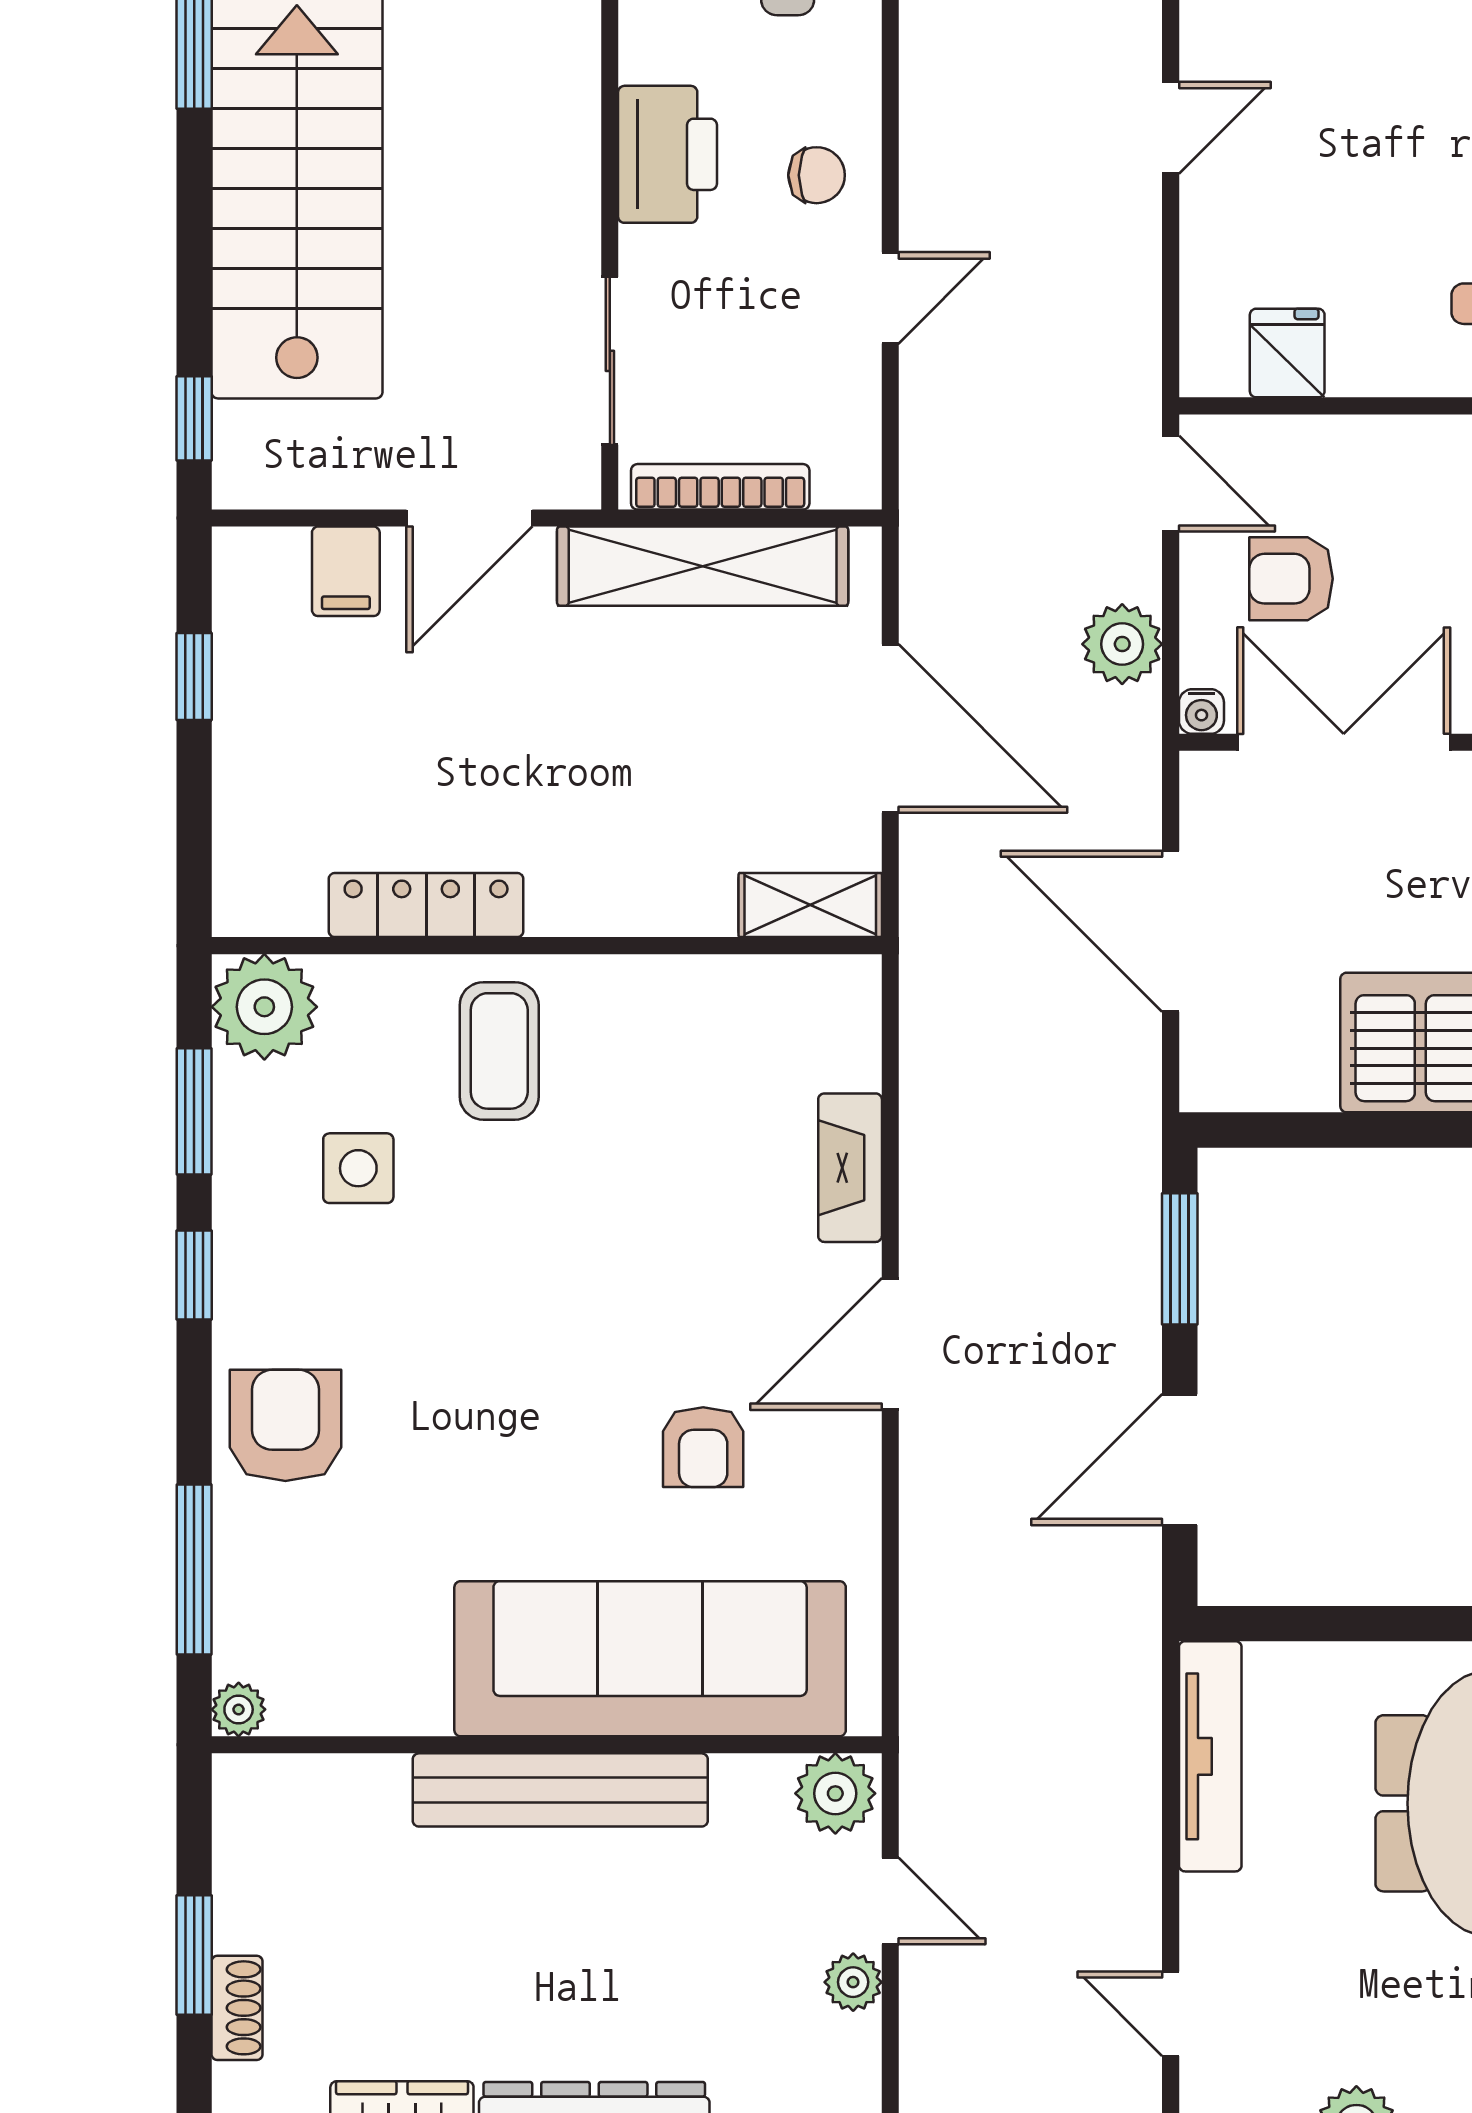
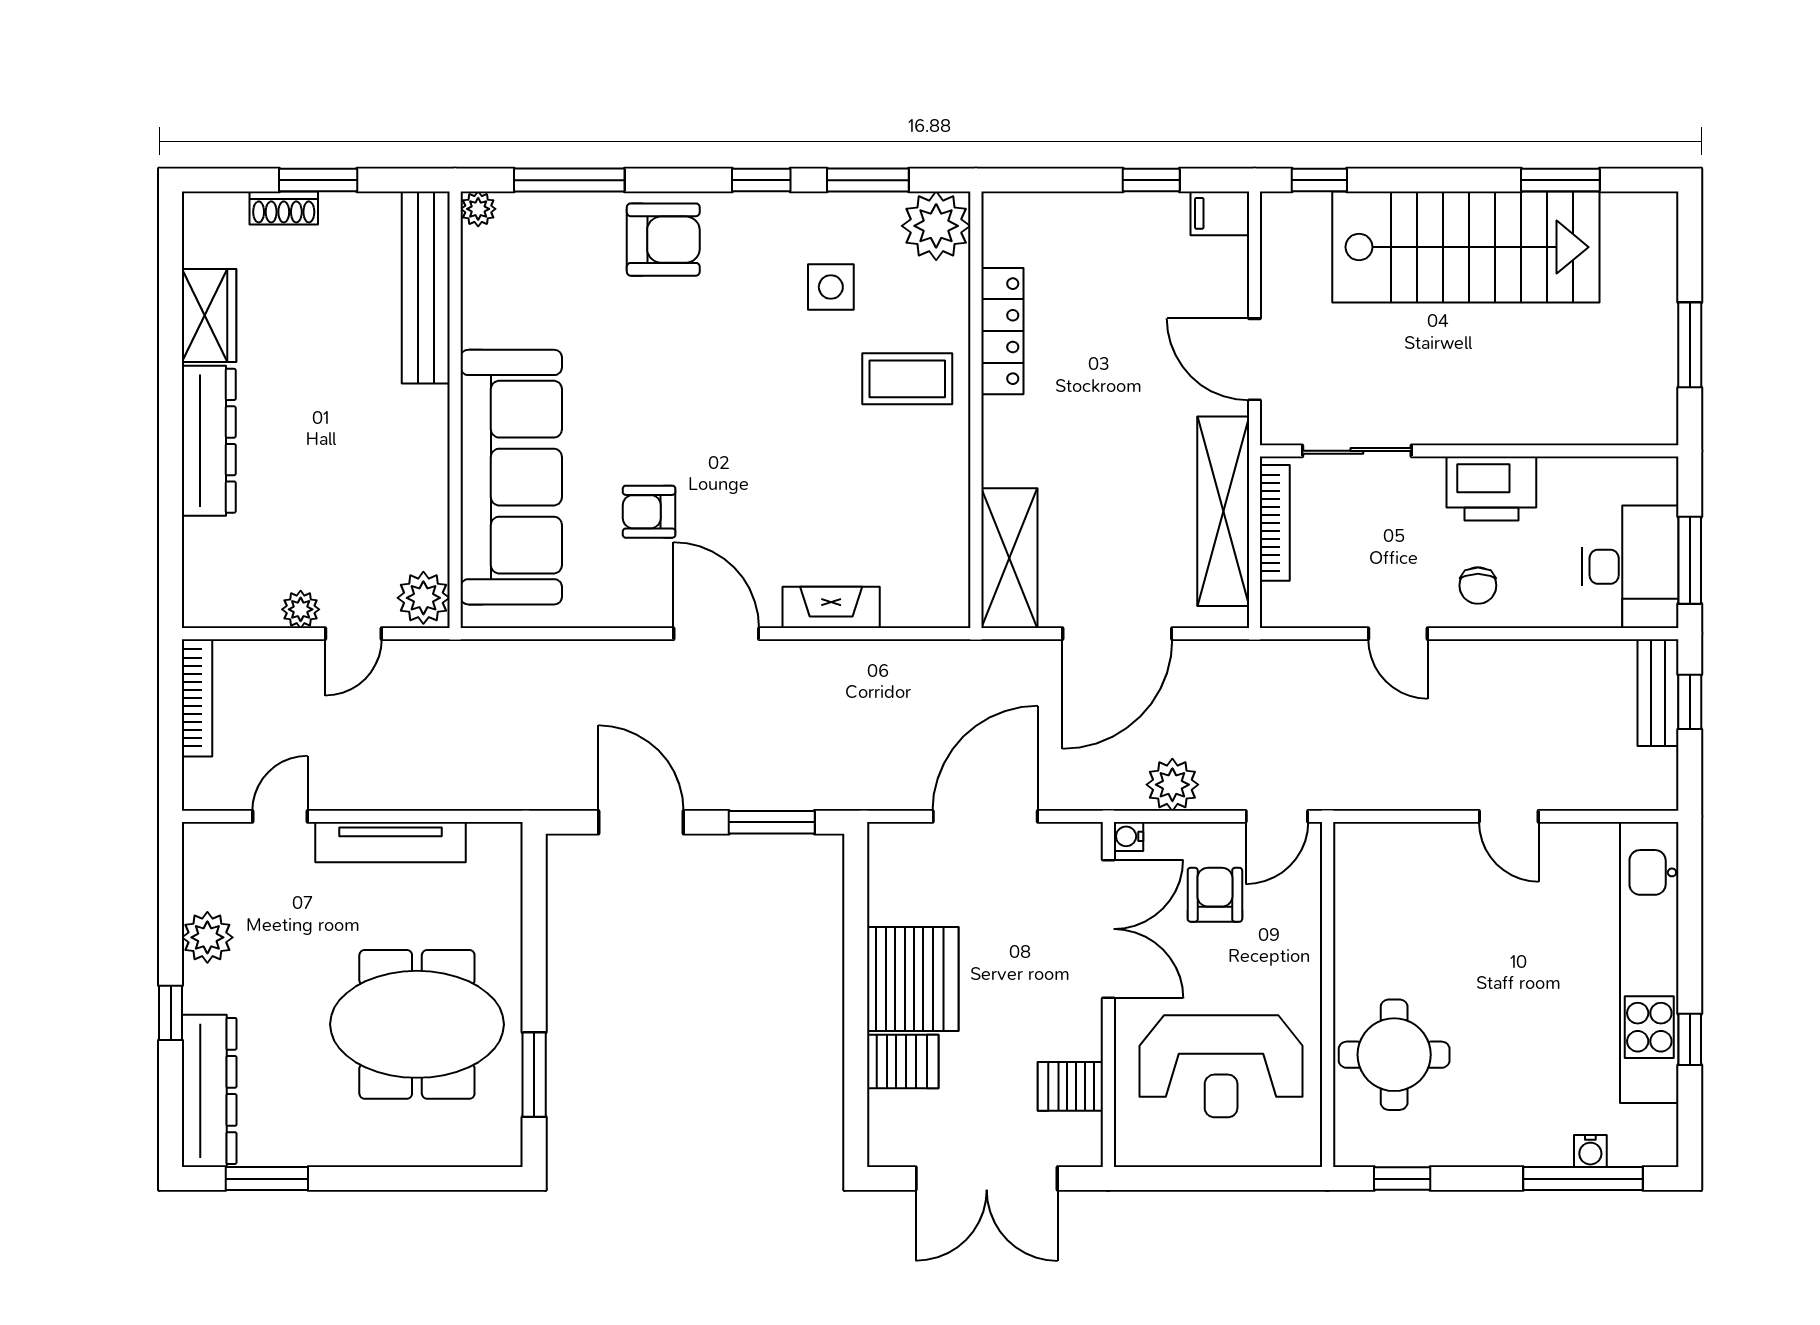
fridge: (1287, 353) -> (1362, 892), removed
filing cabinet: (346, 571) -> (1220, 213), moved
shelving: (810, 905) -> (1009, 558), width x1.50, depth x1.33
tv unit: (1210, 1756) -> (391, 842), moved
bench: (560, 1790) -> (426, 288), moved

